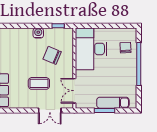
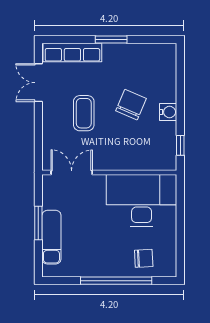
chair: (52, 55) -> (131, 105), moved
double door: (50, 110) -> (38, 83), moved

